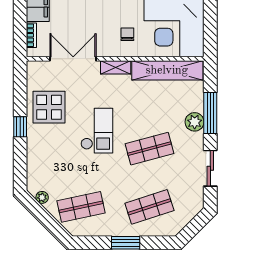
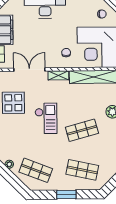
shop shelf: (81, 207) -> (36, 170), turned 33
shop shelf: (149, 207) -> (82, 170), turned 30

